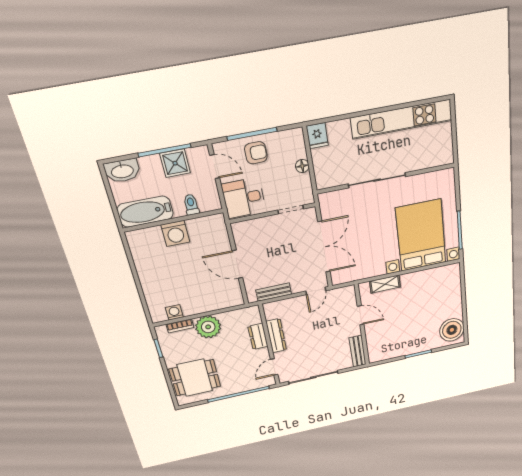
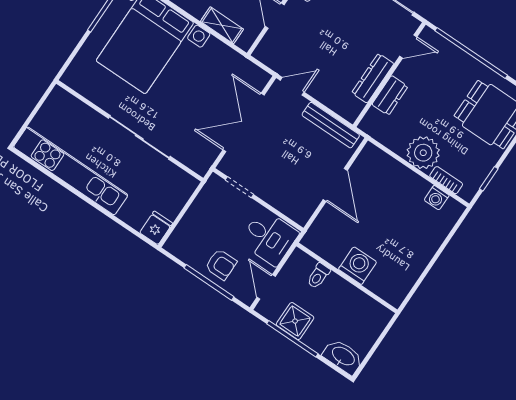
armchair: (256, 153) -> (221, 264), turned 180
floor lamp: (302, 166) -> (193, 215), removed
bathtub: (145, 212) -> (362, 308), removed
bench: (274, 292) -> (331, 125), width x1.36

